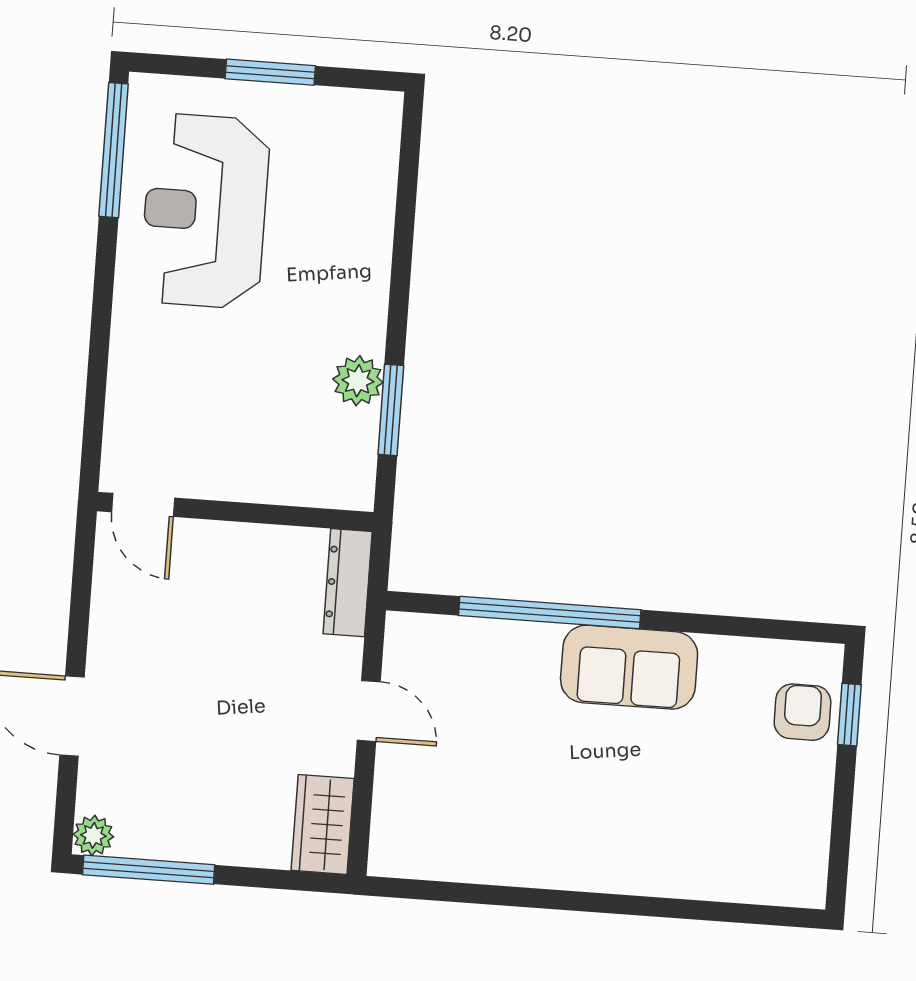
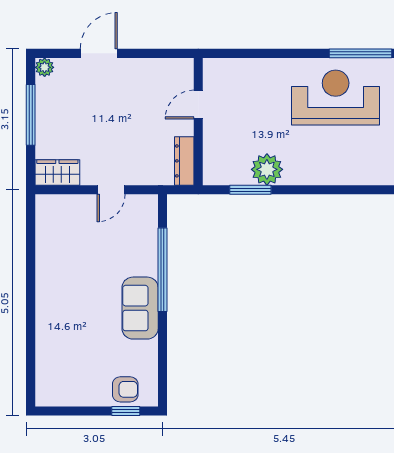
plant: (358, 381) -> (267, 169), width x1.36, depth x1.36
door: (143, 505) -> (198, 105), moved
dresser: (348, 583) -> (184, 161), moved, turned -90
window: (149, 870) -> (31, 115), moved

